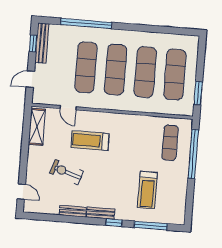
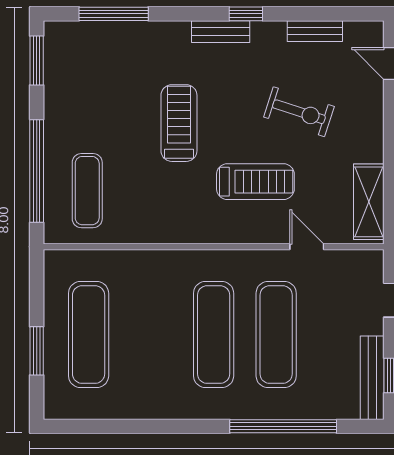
exercise mat: (145, 72) -> (151, 335), removed
window: (198, 93) -> (37, 351), moved
treadmill: (147, 190) -> (179, 123), moved
window: (189, 206) -> (37, 60), added
bench: (73, 211) -> (315, 31), moved
window: (114, 223) -> (246, 14), moved

